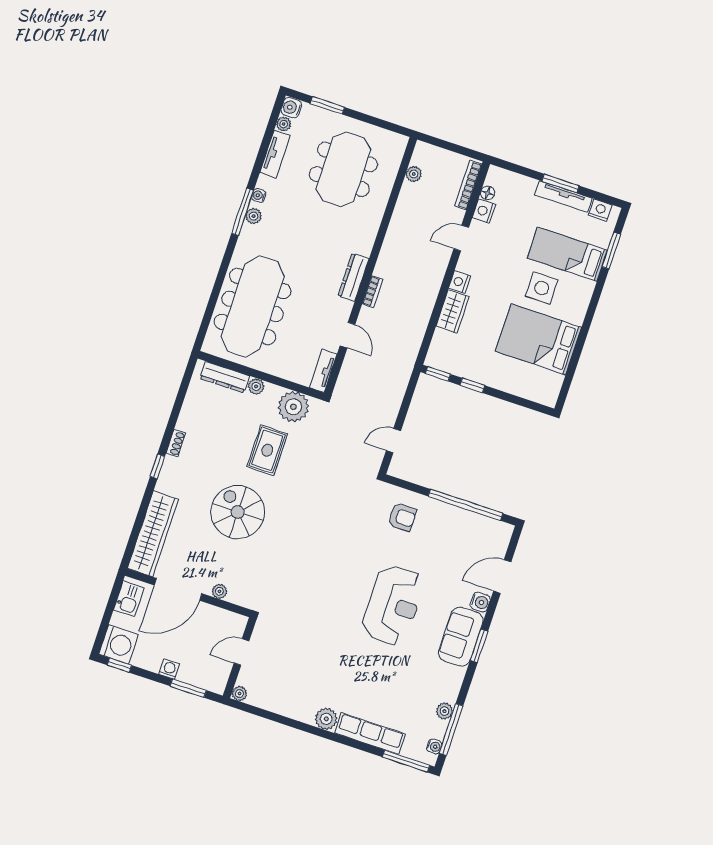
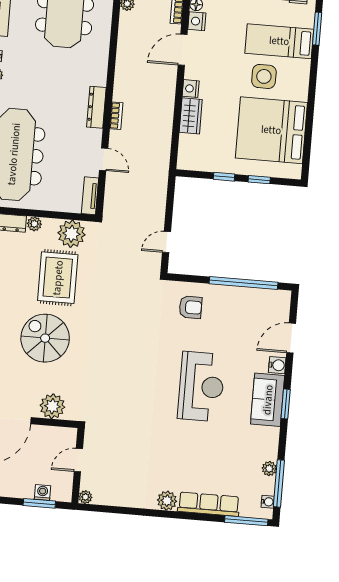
door: (461, 238) -> (183, 50), width x1.38
bed: (538, 339) -> (271, 130), width x1.36
window: (438, 374) -> (259, 180), moved
rug: (267, 450) -> (58, 278), width x1.36, depth x1.43
plant: (219, 591) -> (52, 406), width x1.87, depth x1.87
washing machine: (169, 669) -> (43, 493), moved

